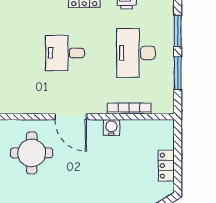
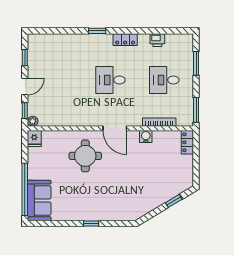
desk: (136, 53) -> (164, 80), width x0.73
window: (178, 73) -> (196, 110), moved
locker: (166, 166) -> (187, 142), moved

